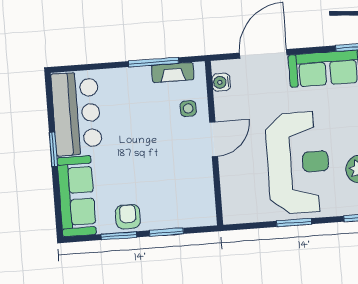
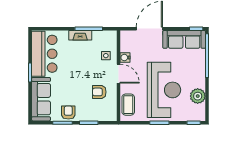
fireplace: (173, 72) -> (80, 35), moved
water cooler: (221, 82) -> (125, 58), moved
door: (214, 139) -> (119, 74), hinge flipped
armchair: (181, 175) -> (99, 92), added
coffee table: (235, 194) -> (128, 105), added

